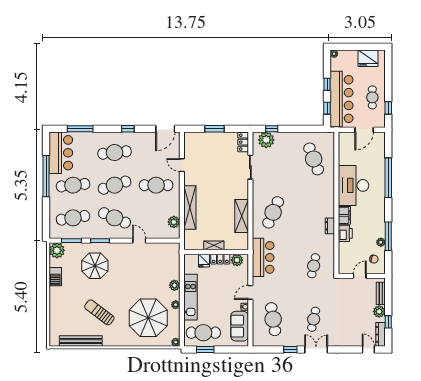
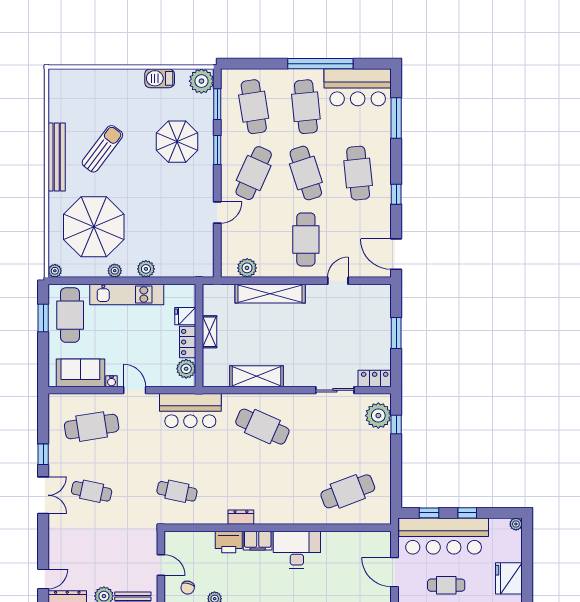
desk: (354, 185) -> (297, 550), width x0.73, depth x0.77
bench: (81, 341) -> (57, 157), moved

